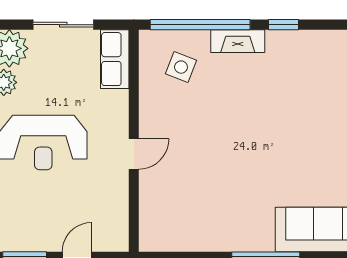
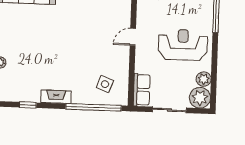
window: (283, 25) -> (28, 105), moved
fireplace: (238, 41) -> (56, 97), moved

